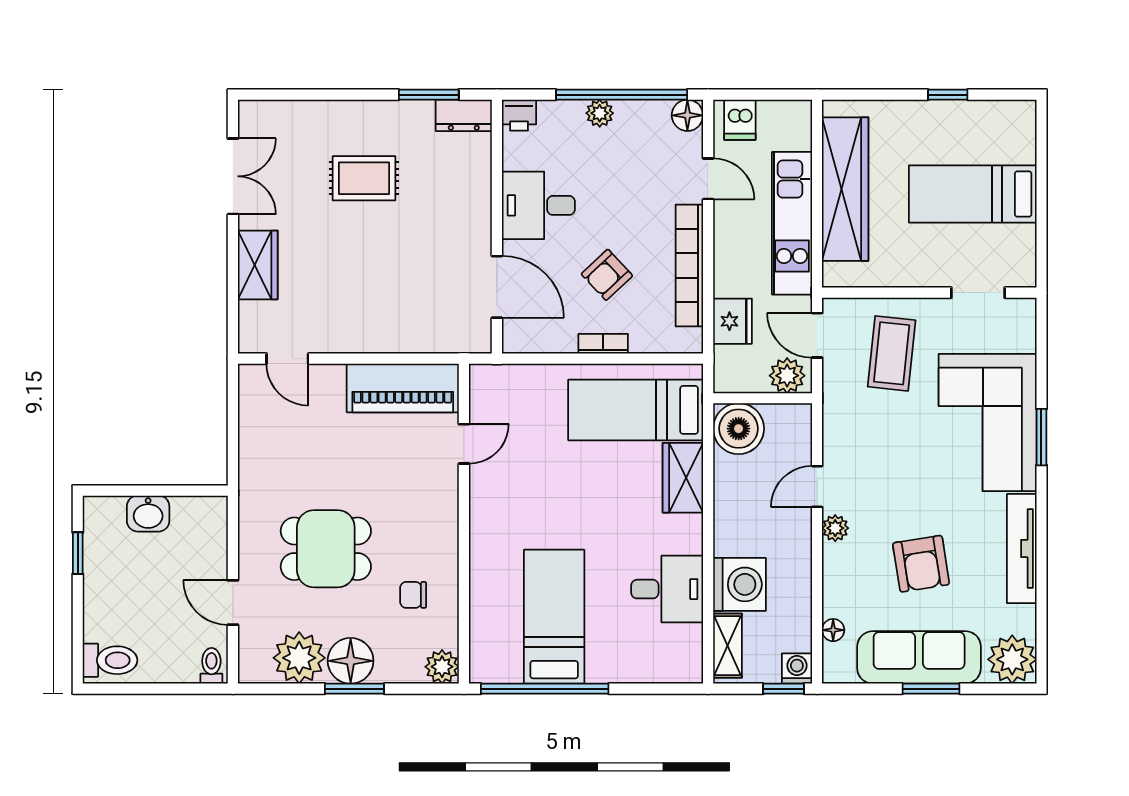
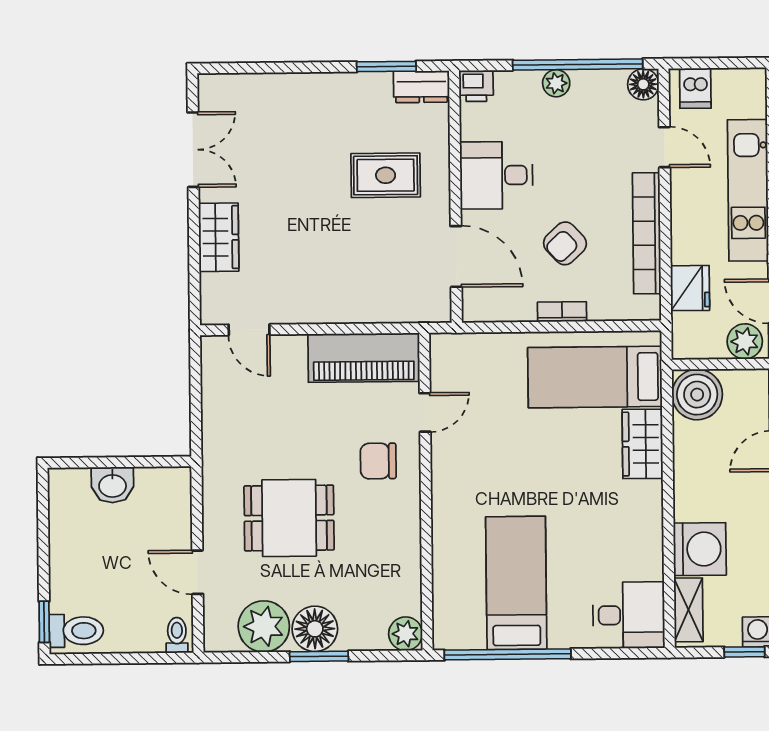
rug: (364, 178) -> (386, 175), moved
window: (78, 553) -> (44, 622), moved
desk: (667, 589) -> (629, 615), moved
chair: (413, 595) -> (378, 461), moved, width x1.37, depth x1.37

